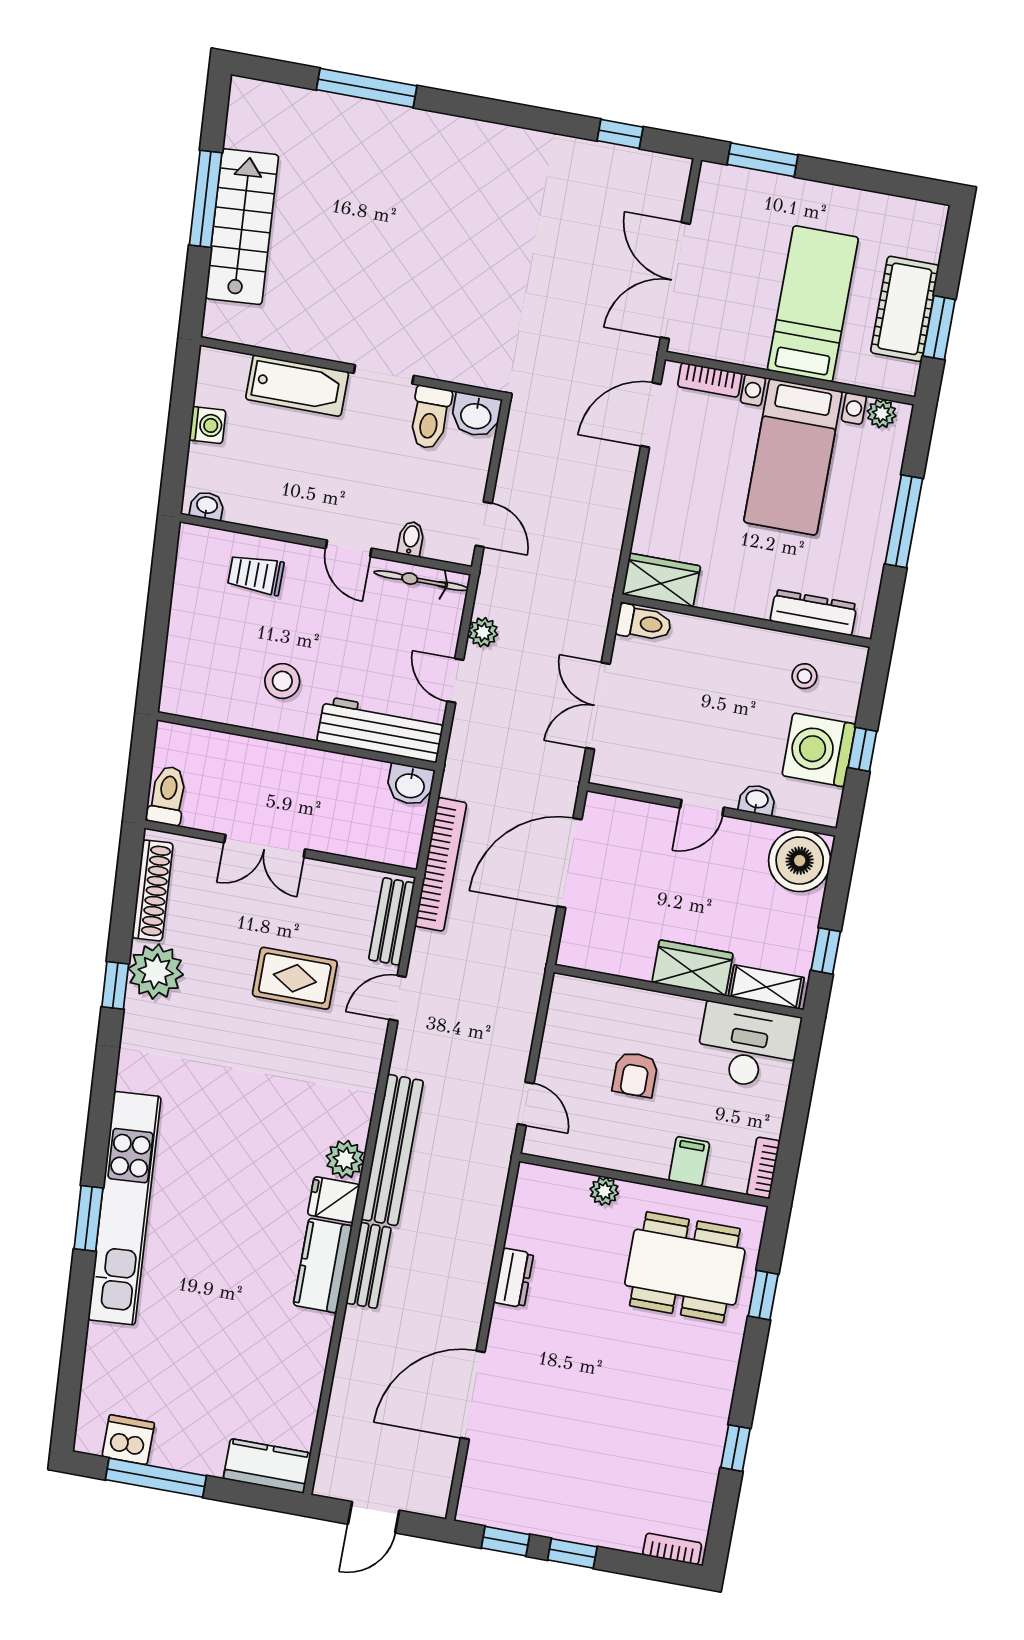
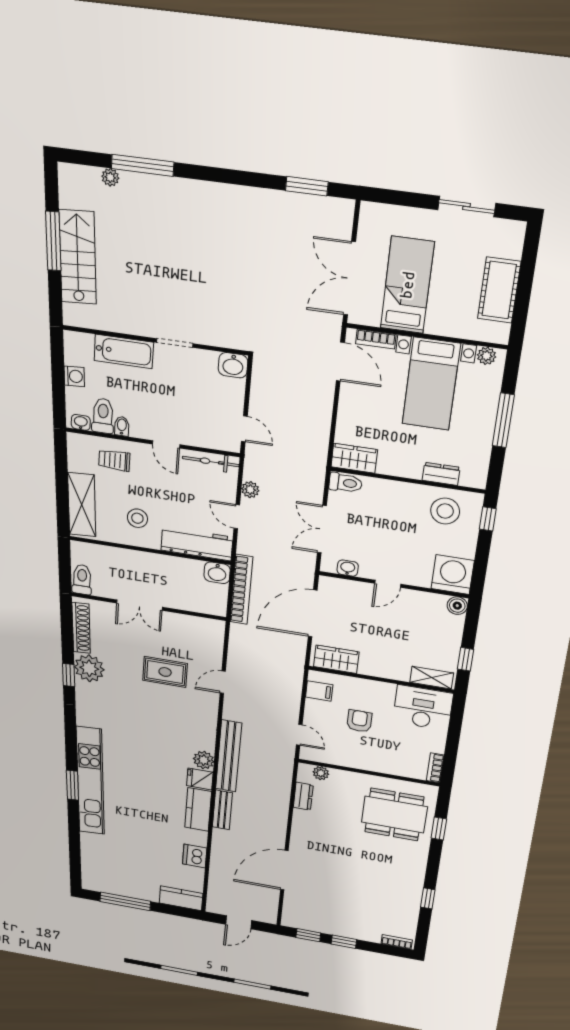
plant: (313, 103) -> (110, 177), added
window: (620, 134) -> (307, 186), width x1.50
window: (762, 160) -> (401, 198), removed
sliding door: (861, 178) -> (467, 207), added
bed: (813, 304) -> (407, 285), moved
window: (939, 328) -> (522, 301), removed
door: (651, 415) -> (340, 362), swing flipped
toilet: (430, 417) -> (103, 416), moved, turned 180
bidet: (411, 539) -> (122, 426), moved
dresser: (814, 613) -> (441, 474), width x0.70
shelving: (187, 654) -> (82, 505), added
stool: (804, 676) -> (445, 511), width x1.89, depth x1.89
window: (862, 749) -> (488, 519), moved
washing machine: (819, 750) -> (453, 575), moved, turned 90
washbasin: (757, 800) -> (348, 568), moved
boiler: (800, 861) -> (457, 606), width x0.54, depth x0.54
bookcase: (441, 864) -> (241, 589), moved
bench: (392, 921) -> (215, 644), removed
wardrobe: (692, 968) -> (336, 659), moved
armchair: (635, 1074) -> (359, 721), turned 180
filing cabinet: (689, 1161) -> (319, 691), moved, turned 90
plant: (604, 1191) -> (321, 773), moved
dresser: (514, 1278) -> (303, 796), moved
dishwasher: (128, 1440) -> (195, 856), moved, turned -90

